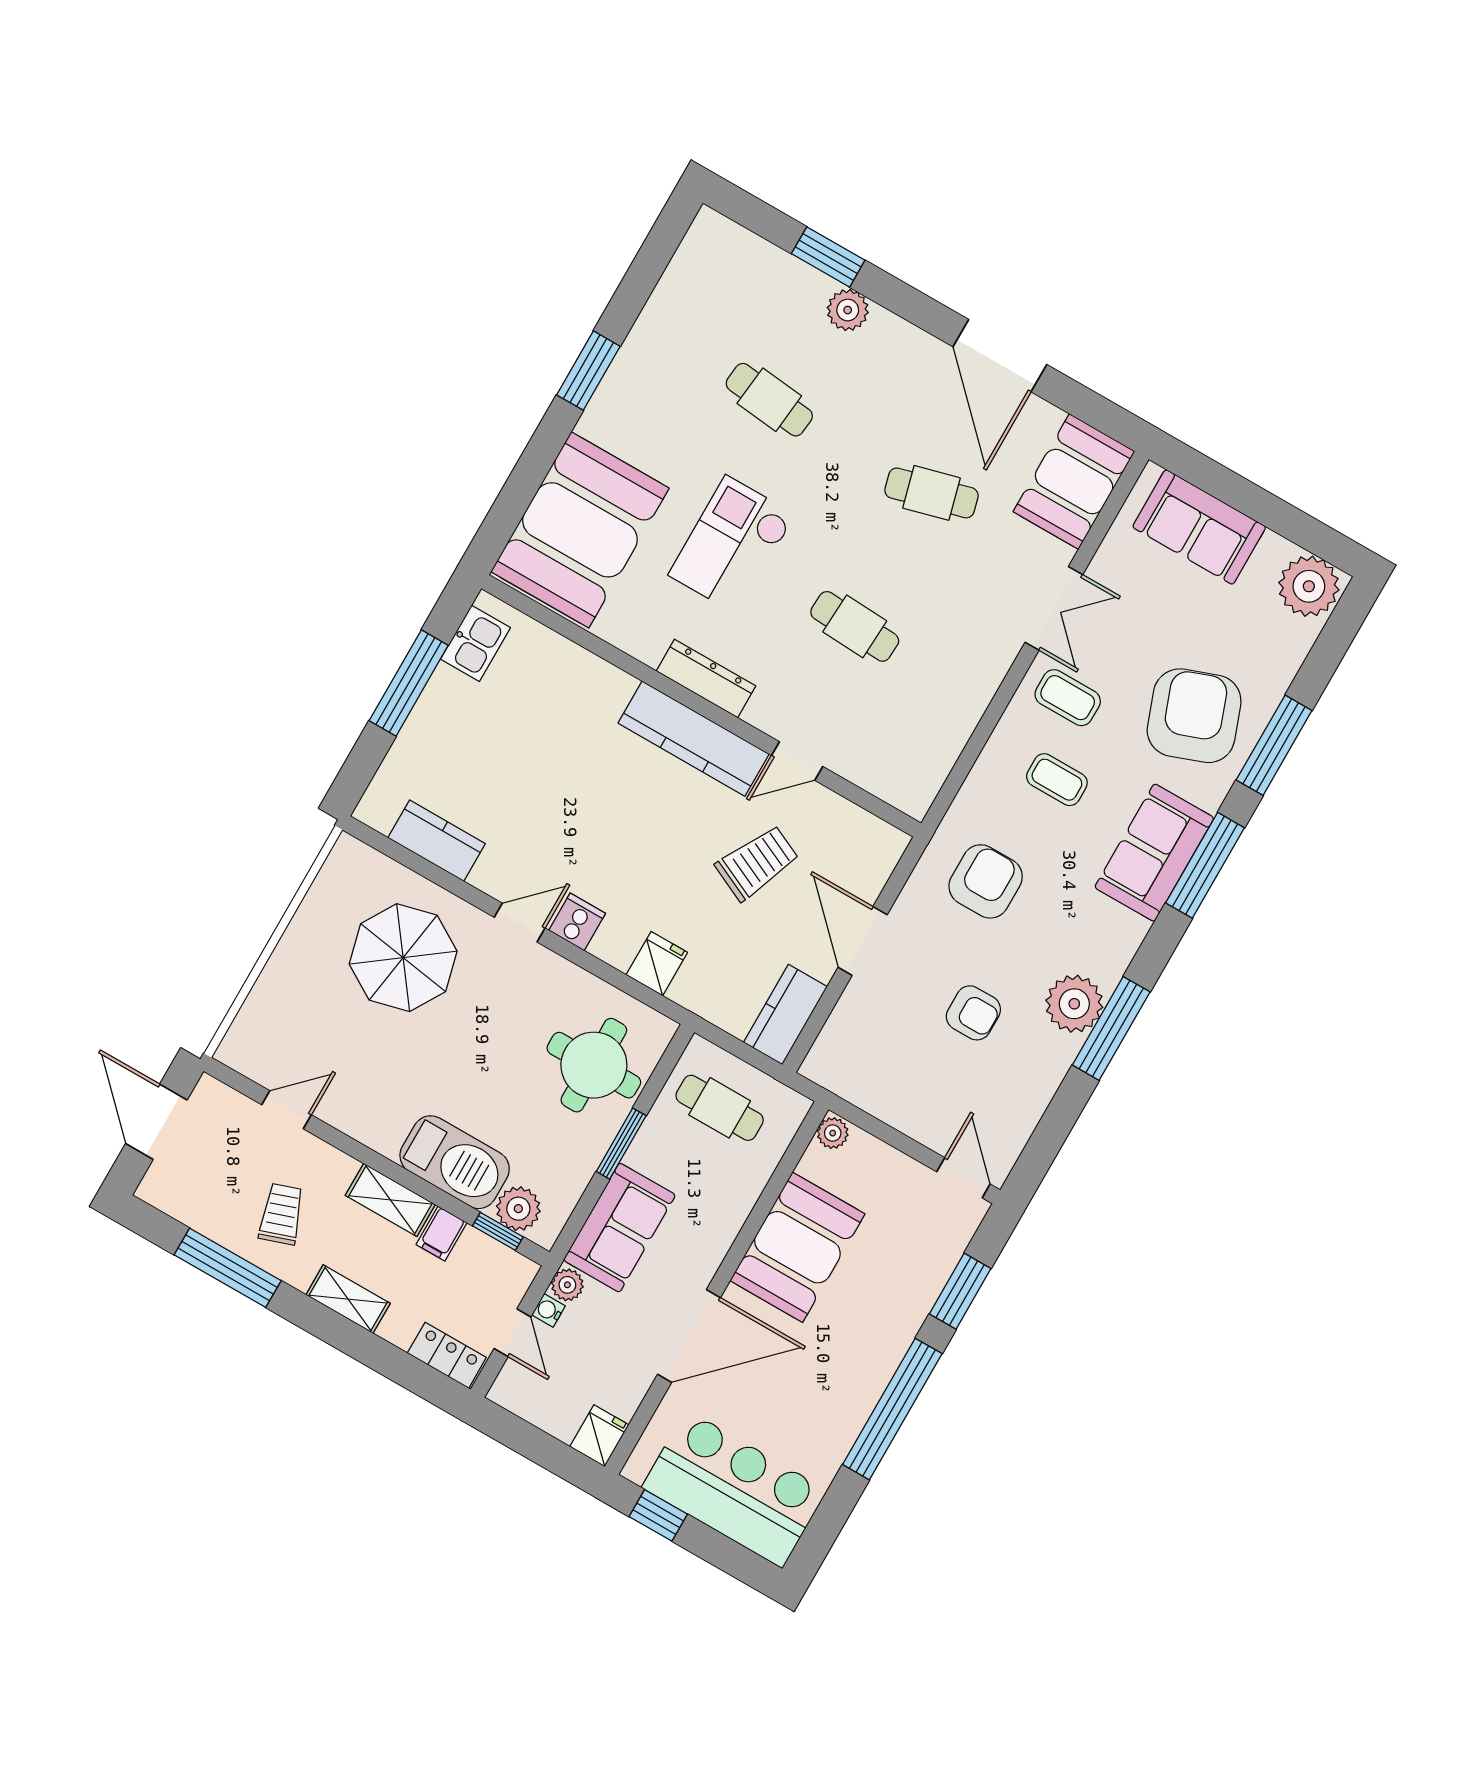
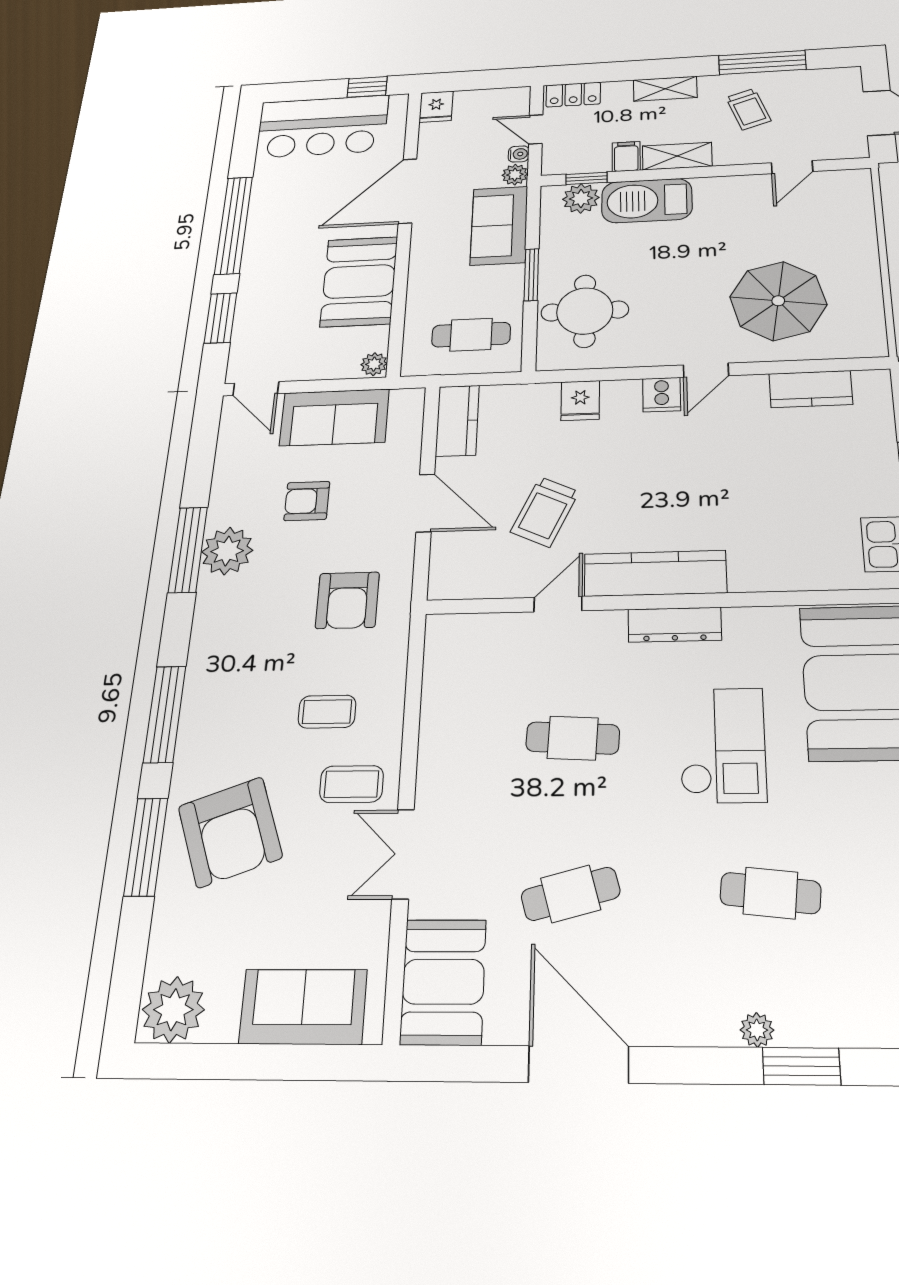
plant: (848, 310) -> (757, 1030), width x0.73, depth x0.73
sofa: (1154, 853) -> (334, 417), moved, turned 90

